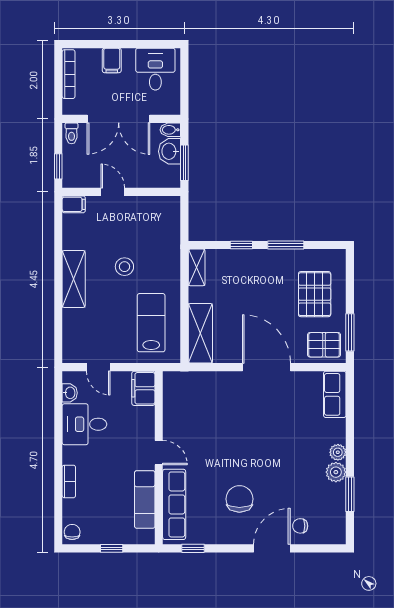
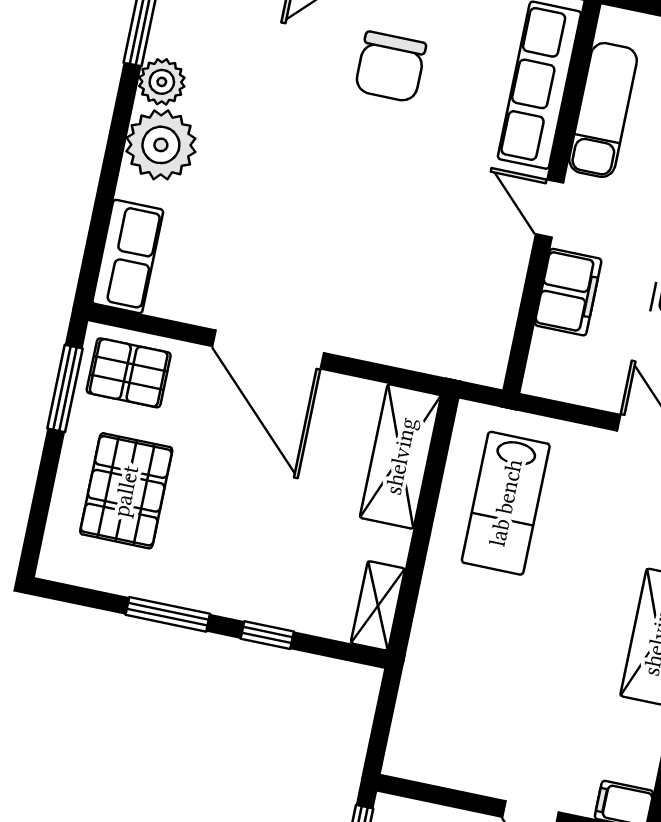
stool: (124, 267) -> (539, 641), removed
filing cabinet: (143, 388) -> (568, 292), moved
plant: (338, 452) -> (161, 145), width x1.88, depth x1.88

